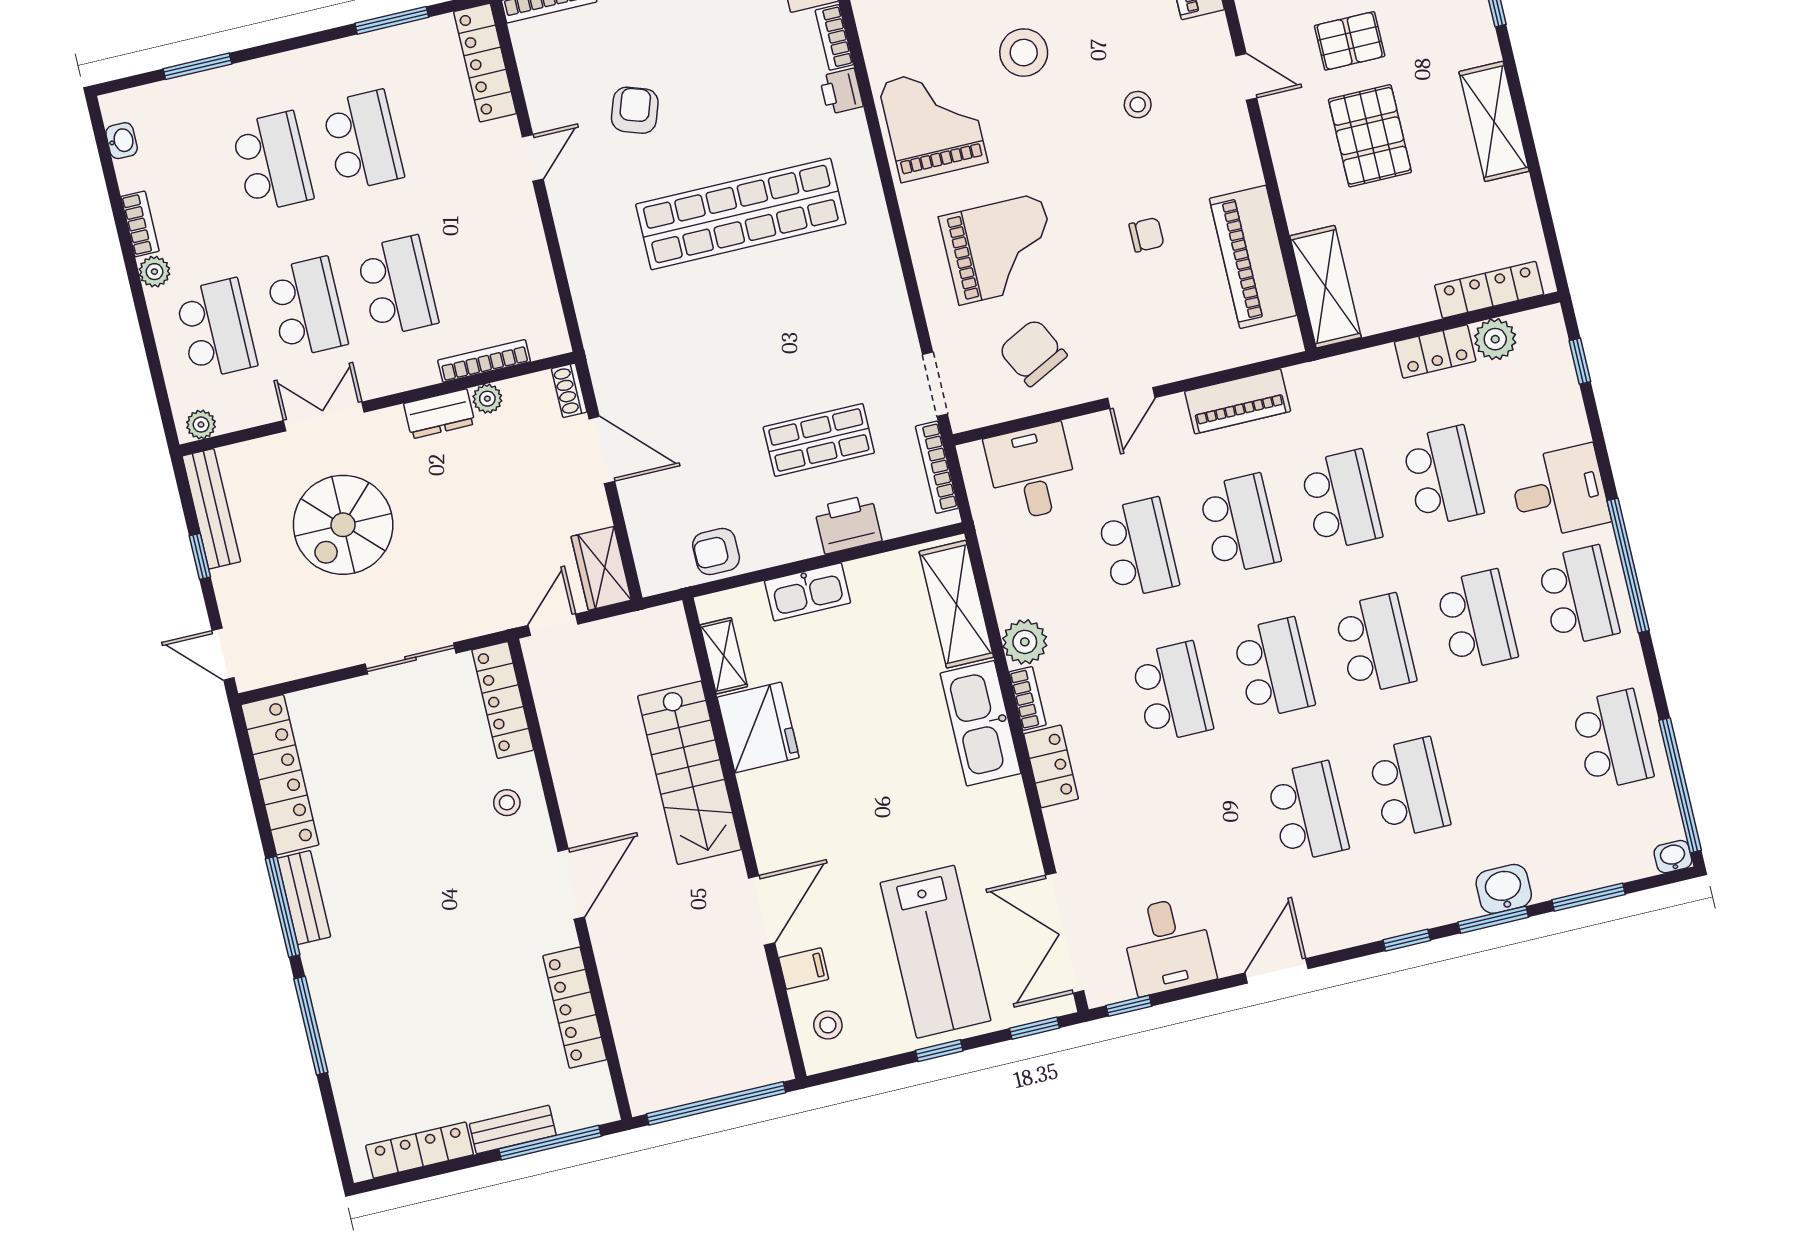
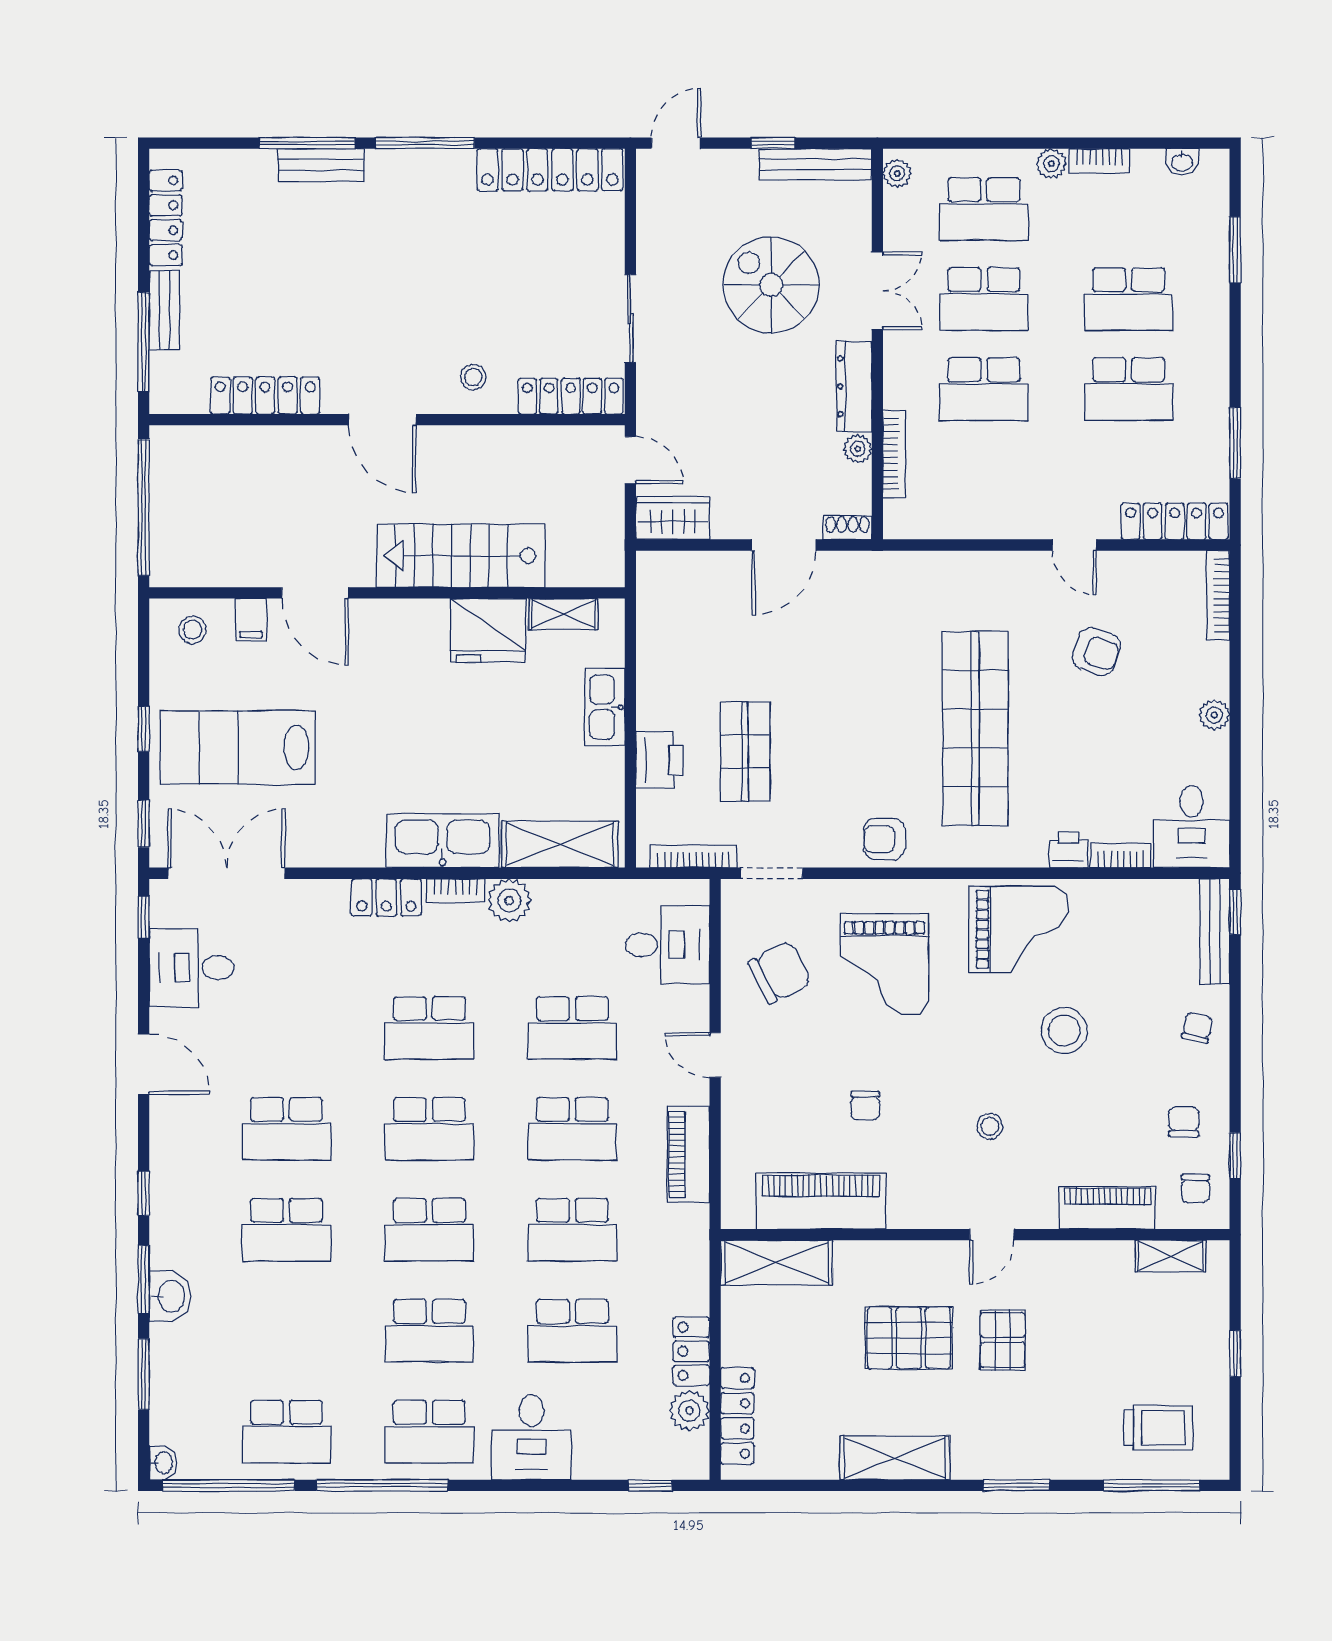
dresser: (439, 414) -> (854, 386), width x1.44
armchair: (716, 551) -> (884, 839), moved, turned -90
window: (1628, 566) -> (382, 1485), moved
bench: (304, 898) -> (321, 165), moved

